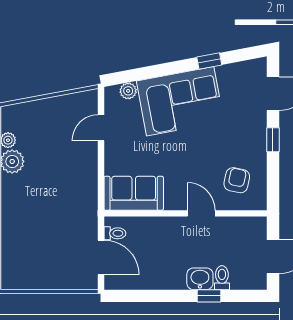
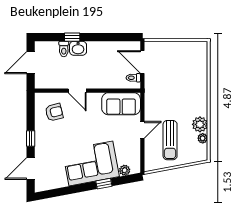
window: (209, 61) -> (104, 184), moved
door: (101, 128) -> (142, 130), moved
sun lounger: (58, 137) -> (170, 140), added
armchair: (237, 180) -> (54, 112), turned -116

